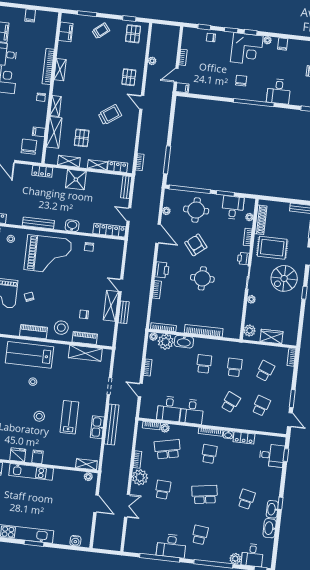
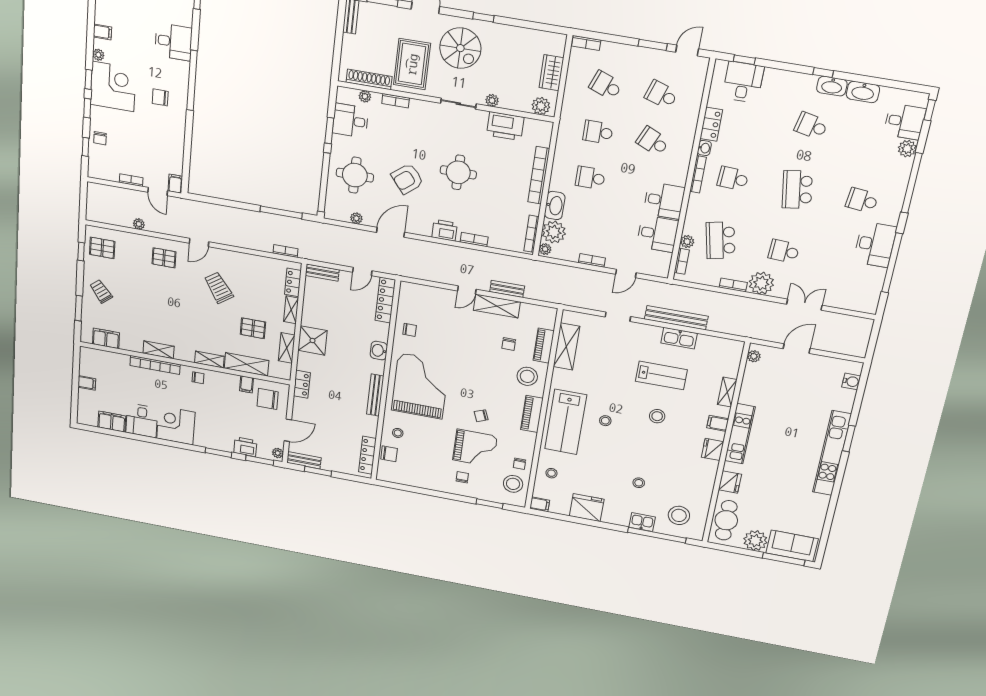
printer: (243, 259) -> (505, 126), moved, width x1.87, depth x1.48
lab bench: (69, 417) -> (661, 375), turned 180
shelving: (86, 464) -> (727, 392), moved

